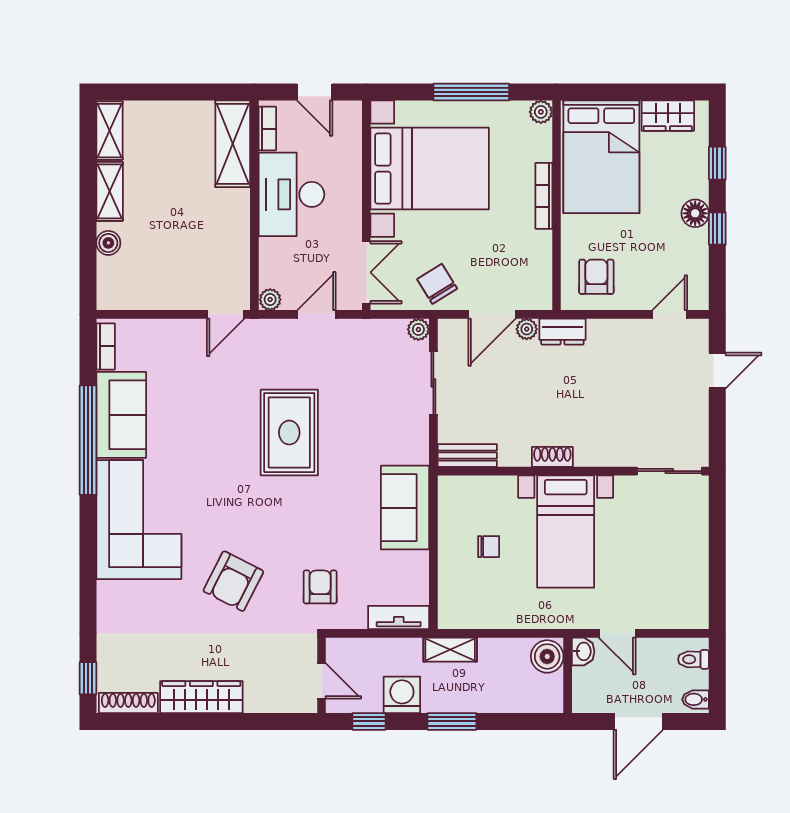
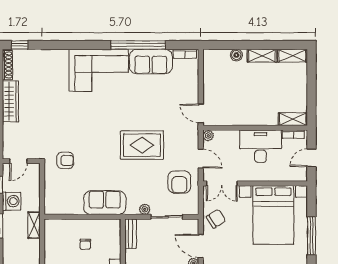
shelving: (233, 144) -> (293, 119), width x0.67, depth x0.75
plant: (418, 329) -> (145, 209), moved
armchair: (233, 581) -> (179, 182), moved, turned -117
tv unit: (399, 617) -> (50, 200), removed

